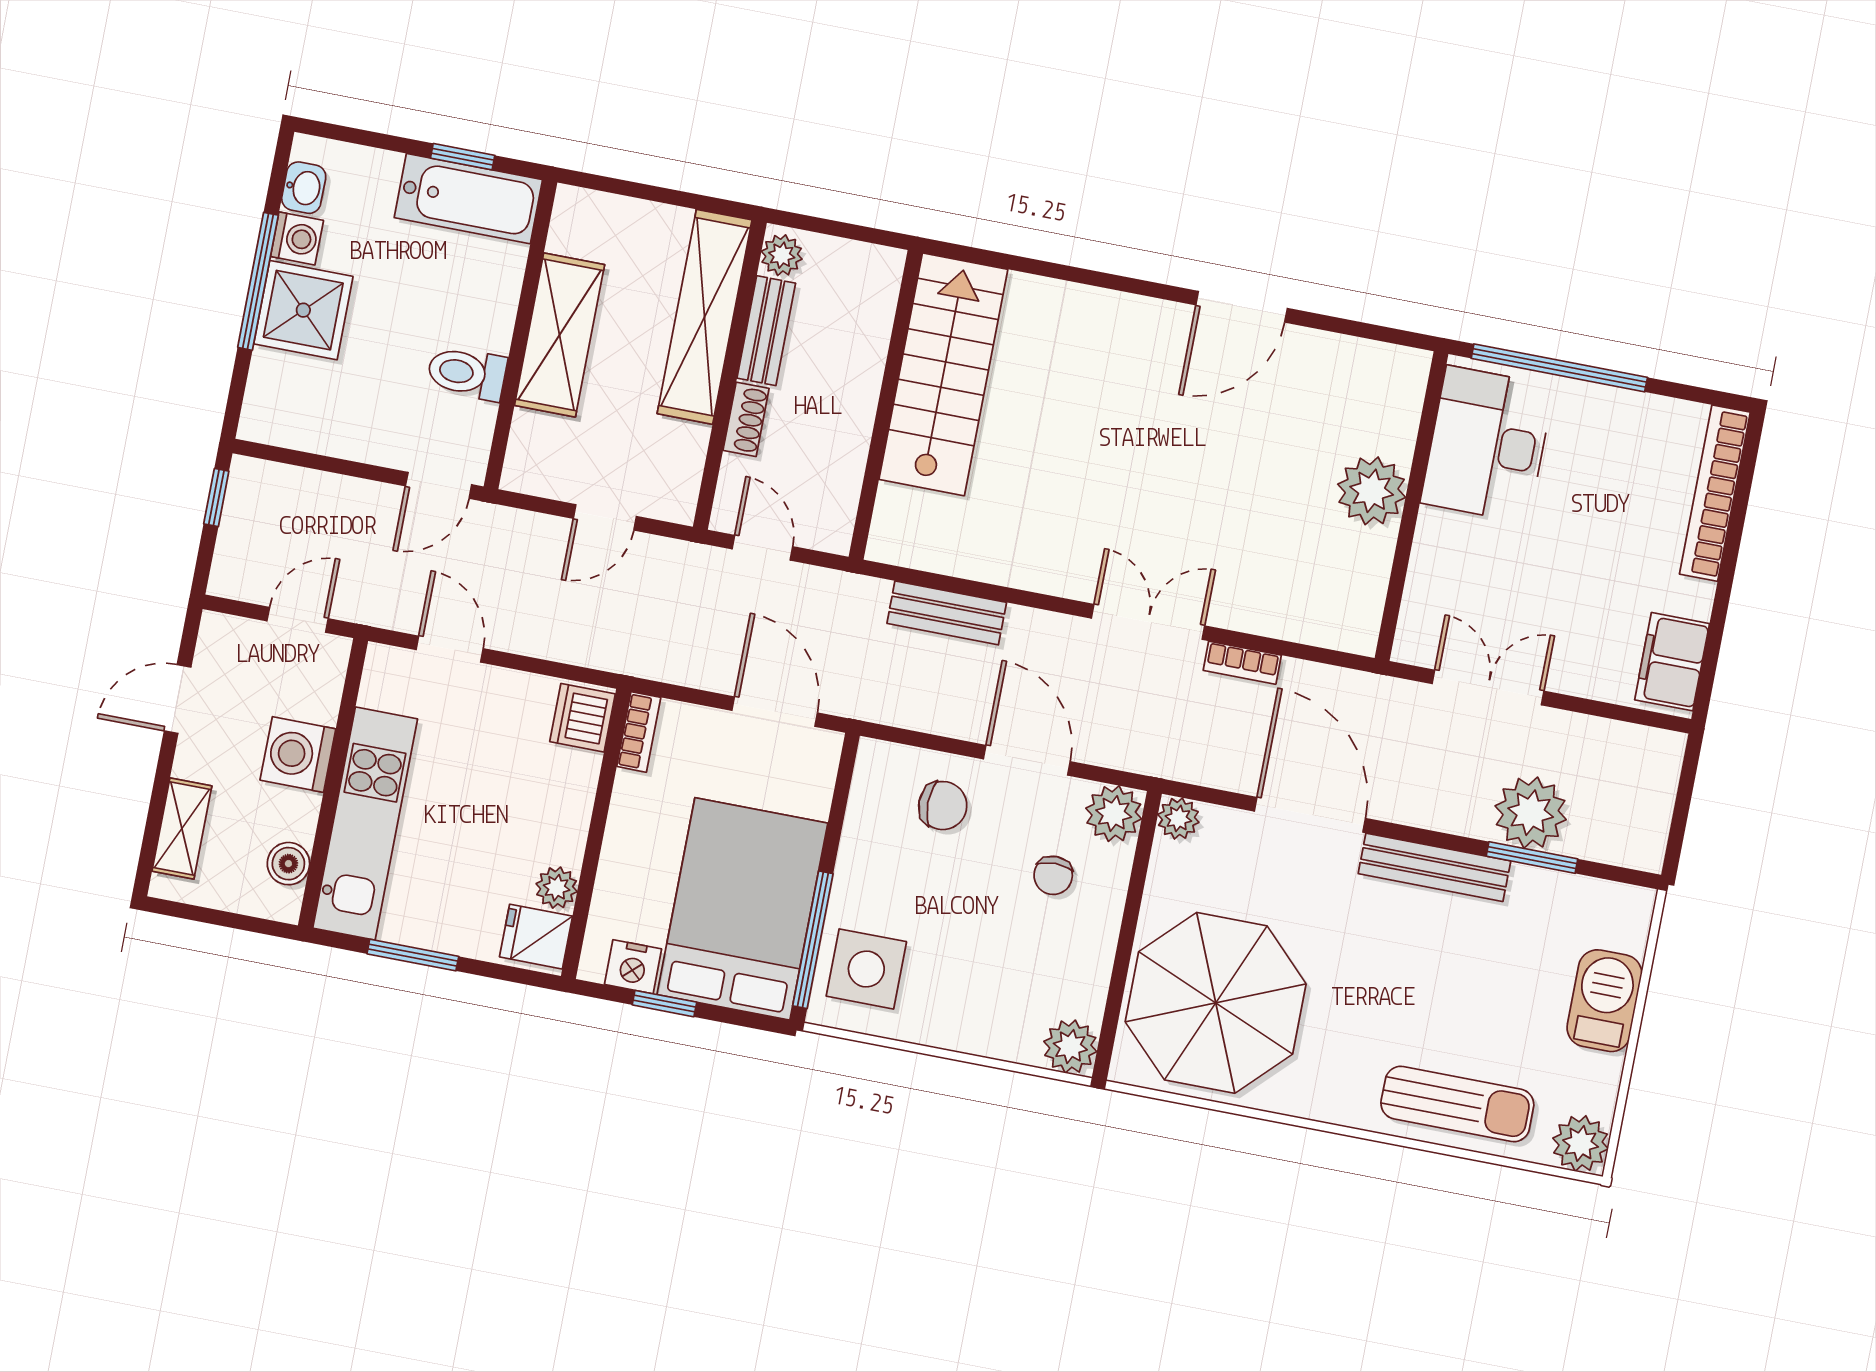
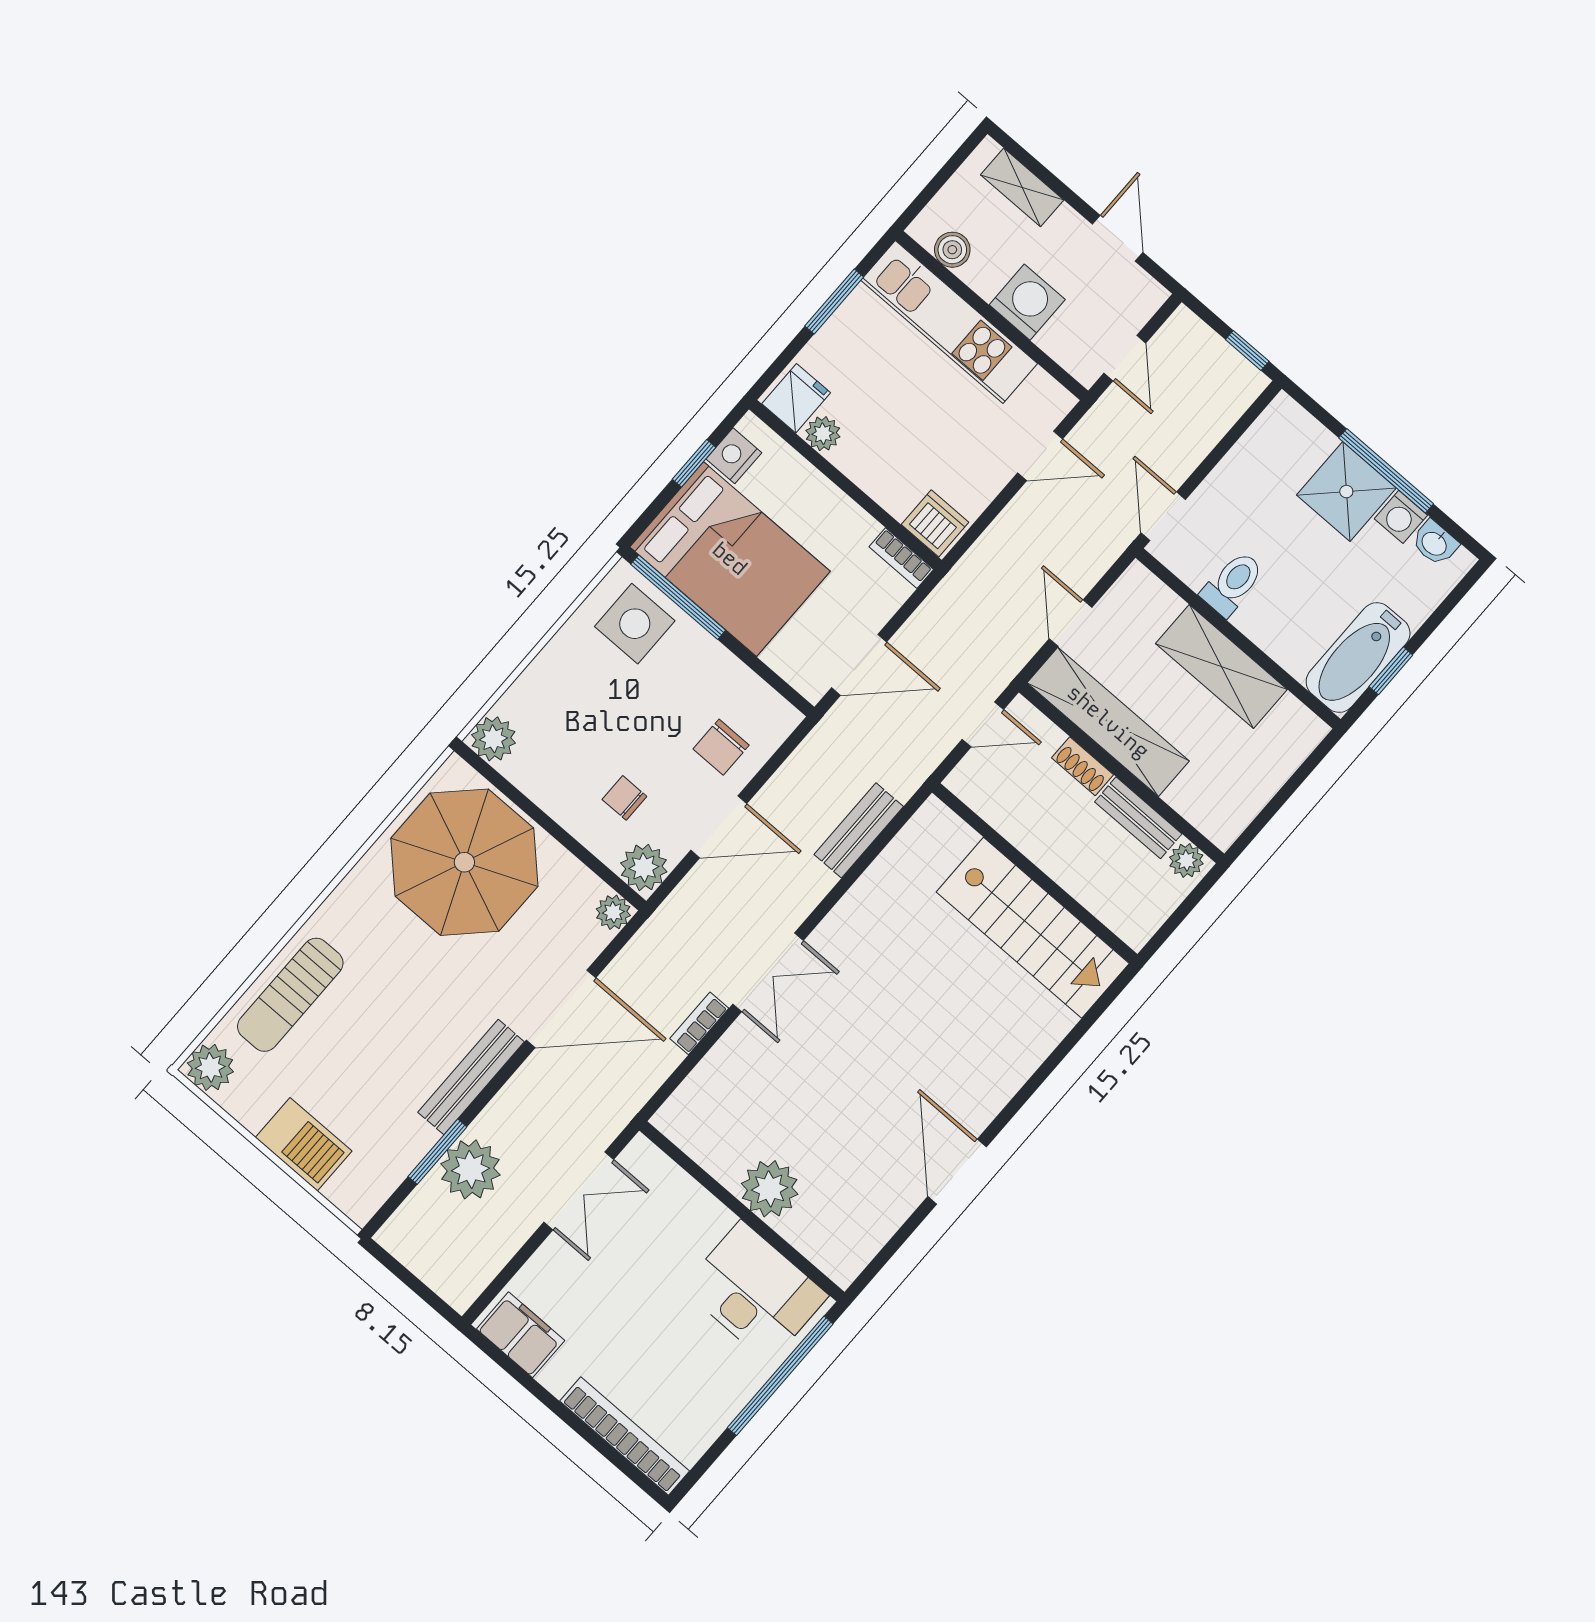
shelving: (705, 317) -> (1108, 722), moved

